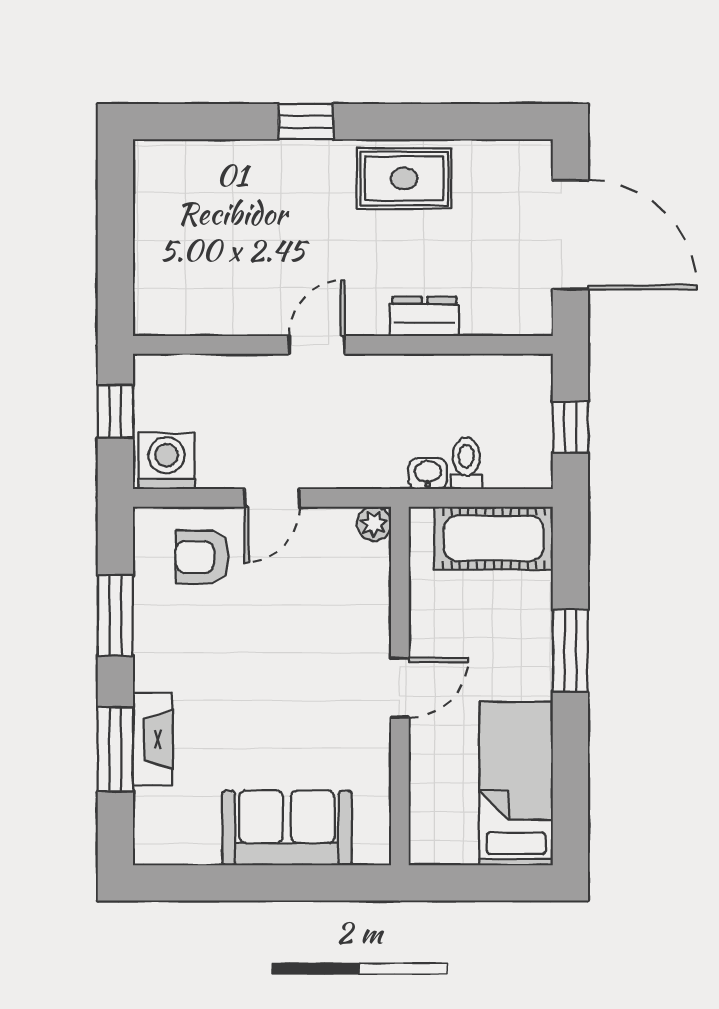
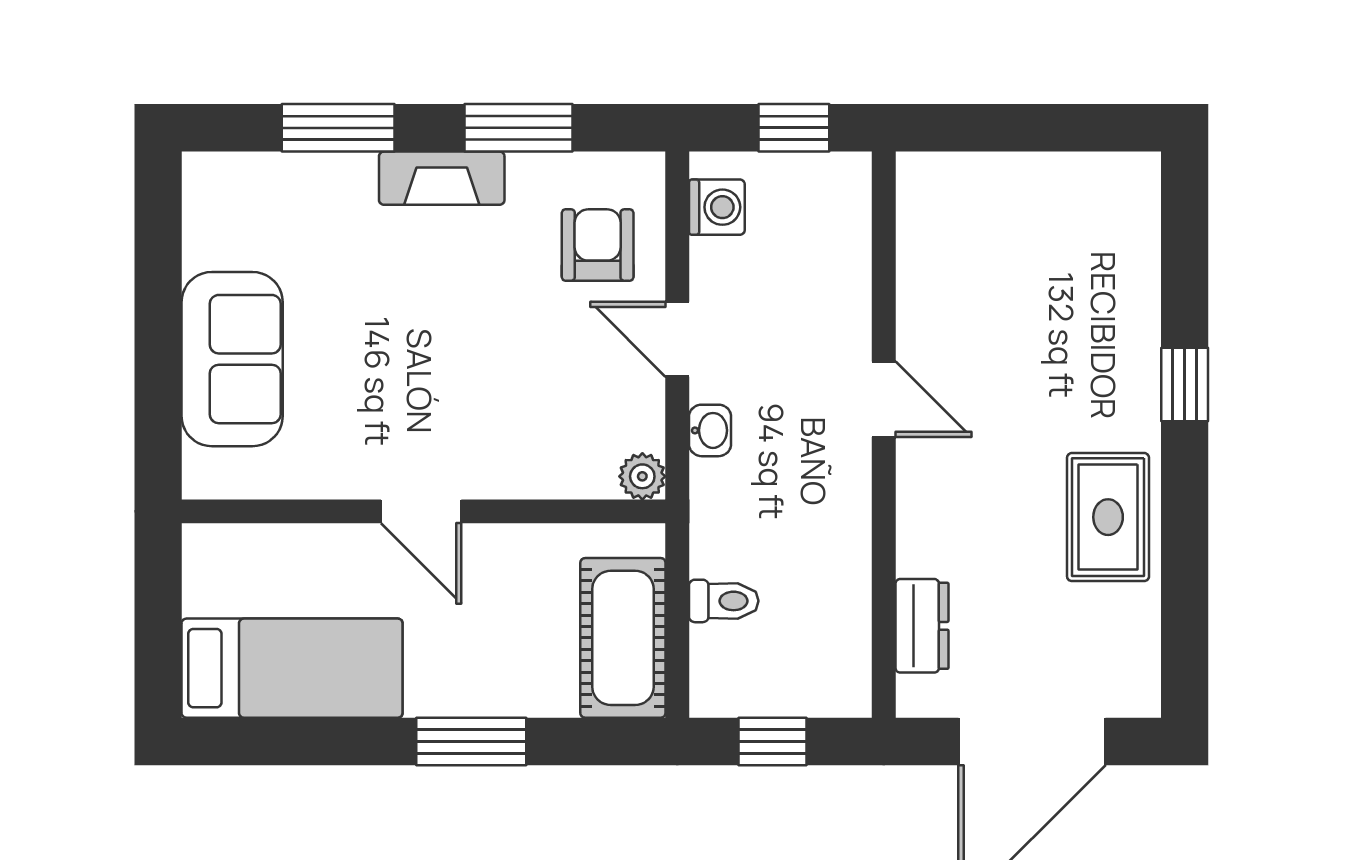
dresser: (425, 316) -> (922, 626), moved
washing machine: (166, 461) -> (717, 207), width x0.73, depth x0.73
washbasin: (428, 474) -> (710, 430), moved
fireplace: (153, 739) -> (442, 178), moved

